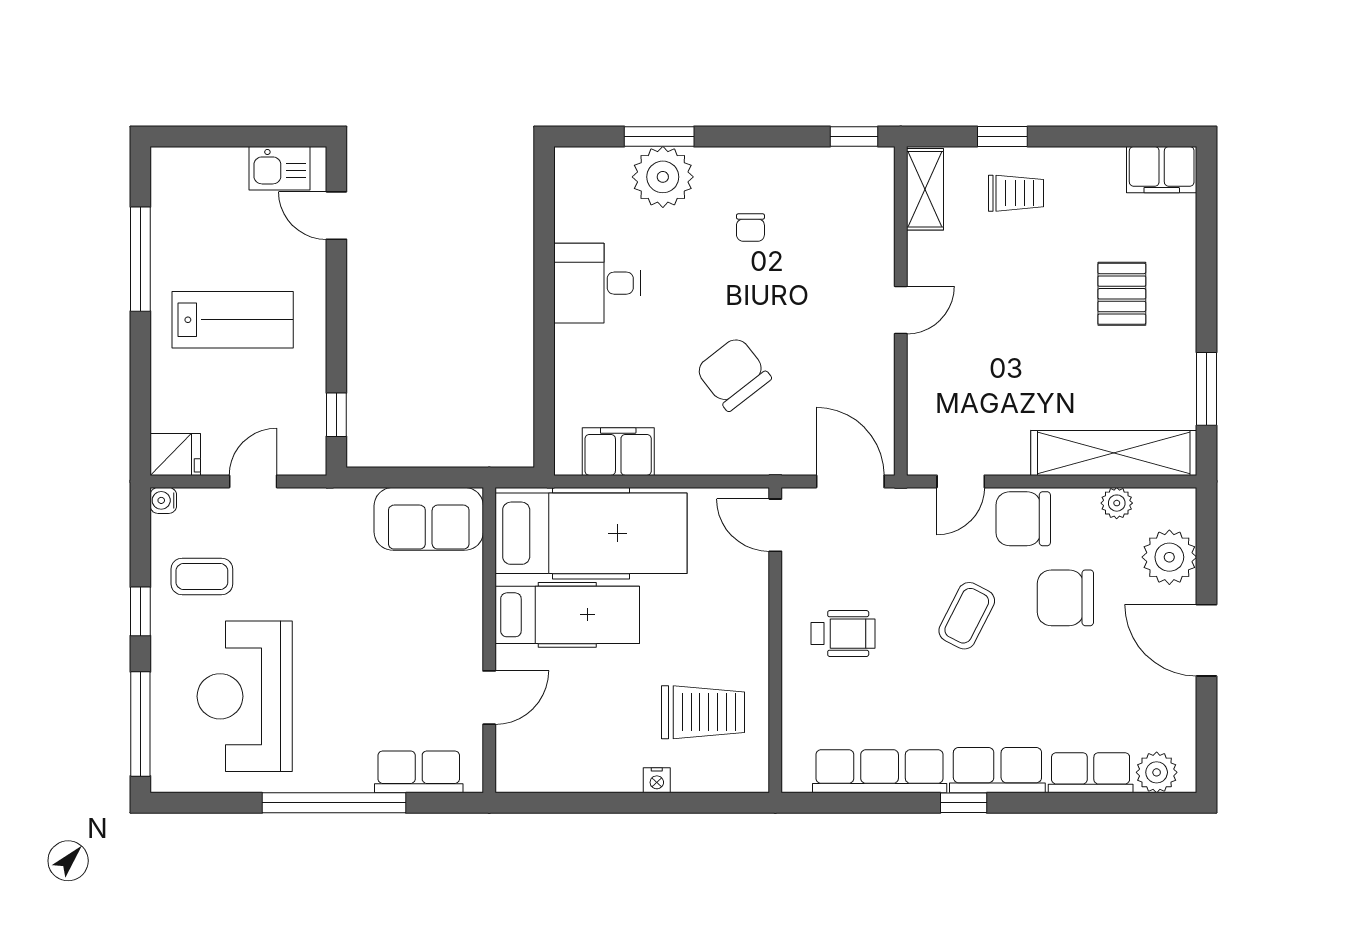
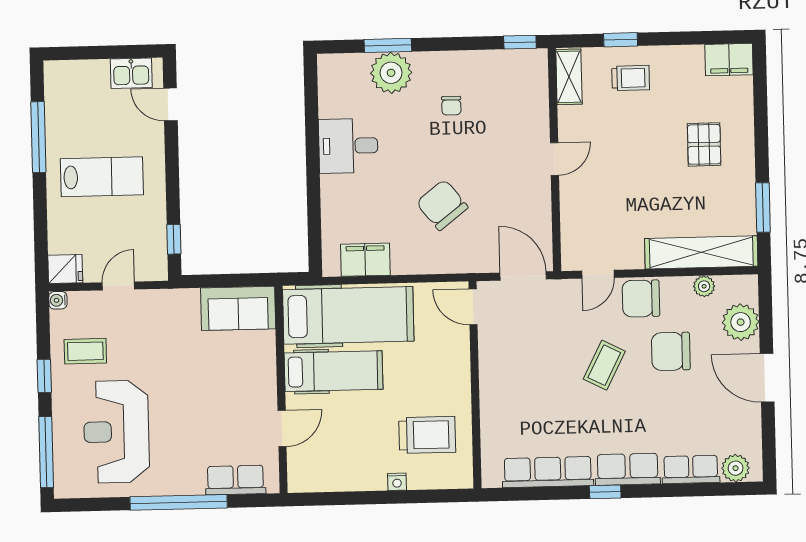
wheelchair: (843, 634) -> (521, 379), removed

